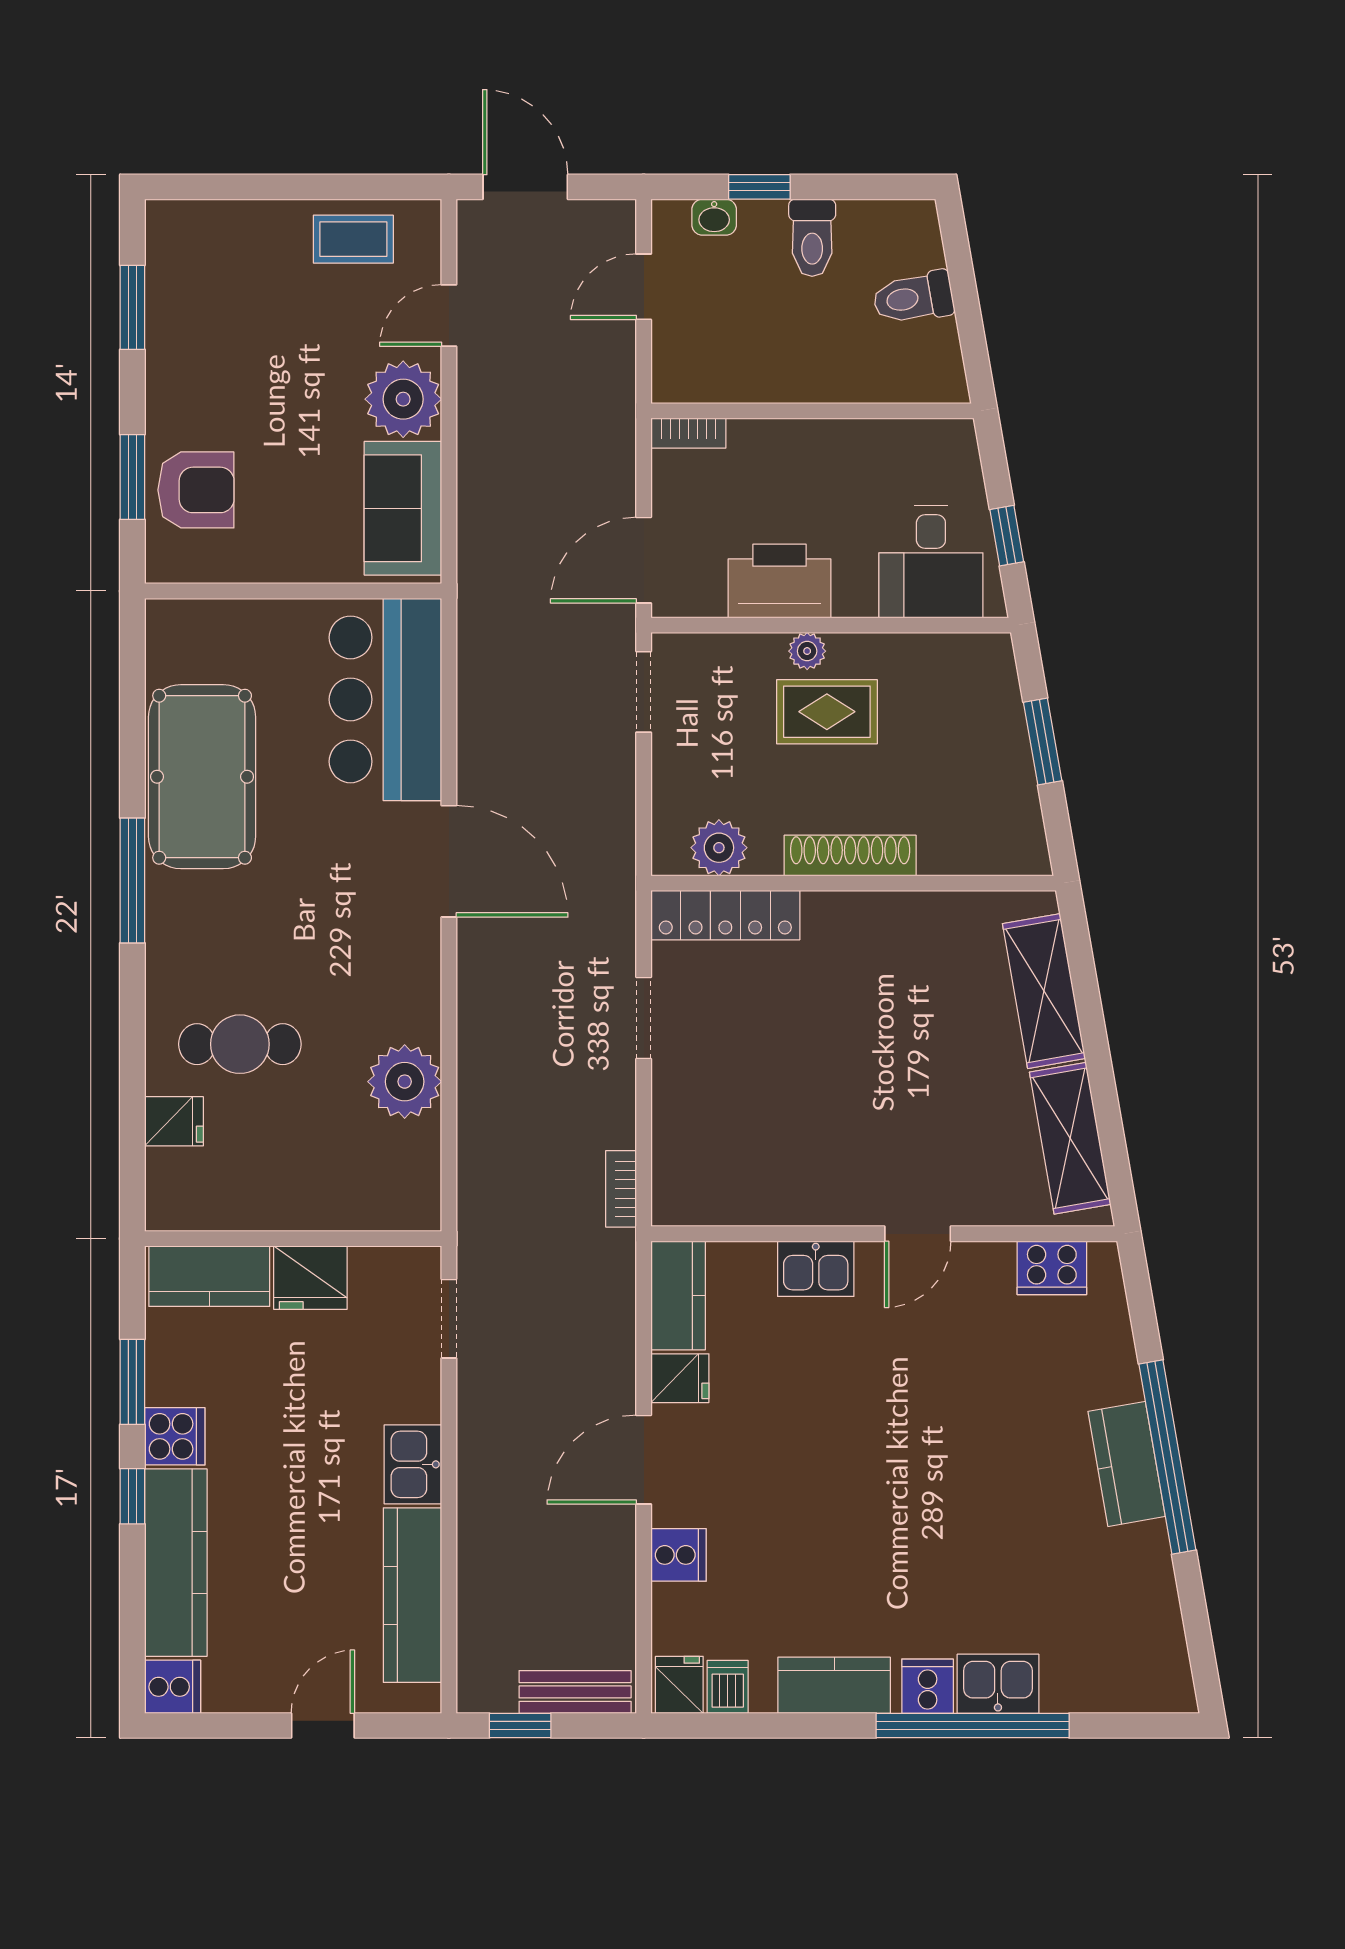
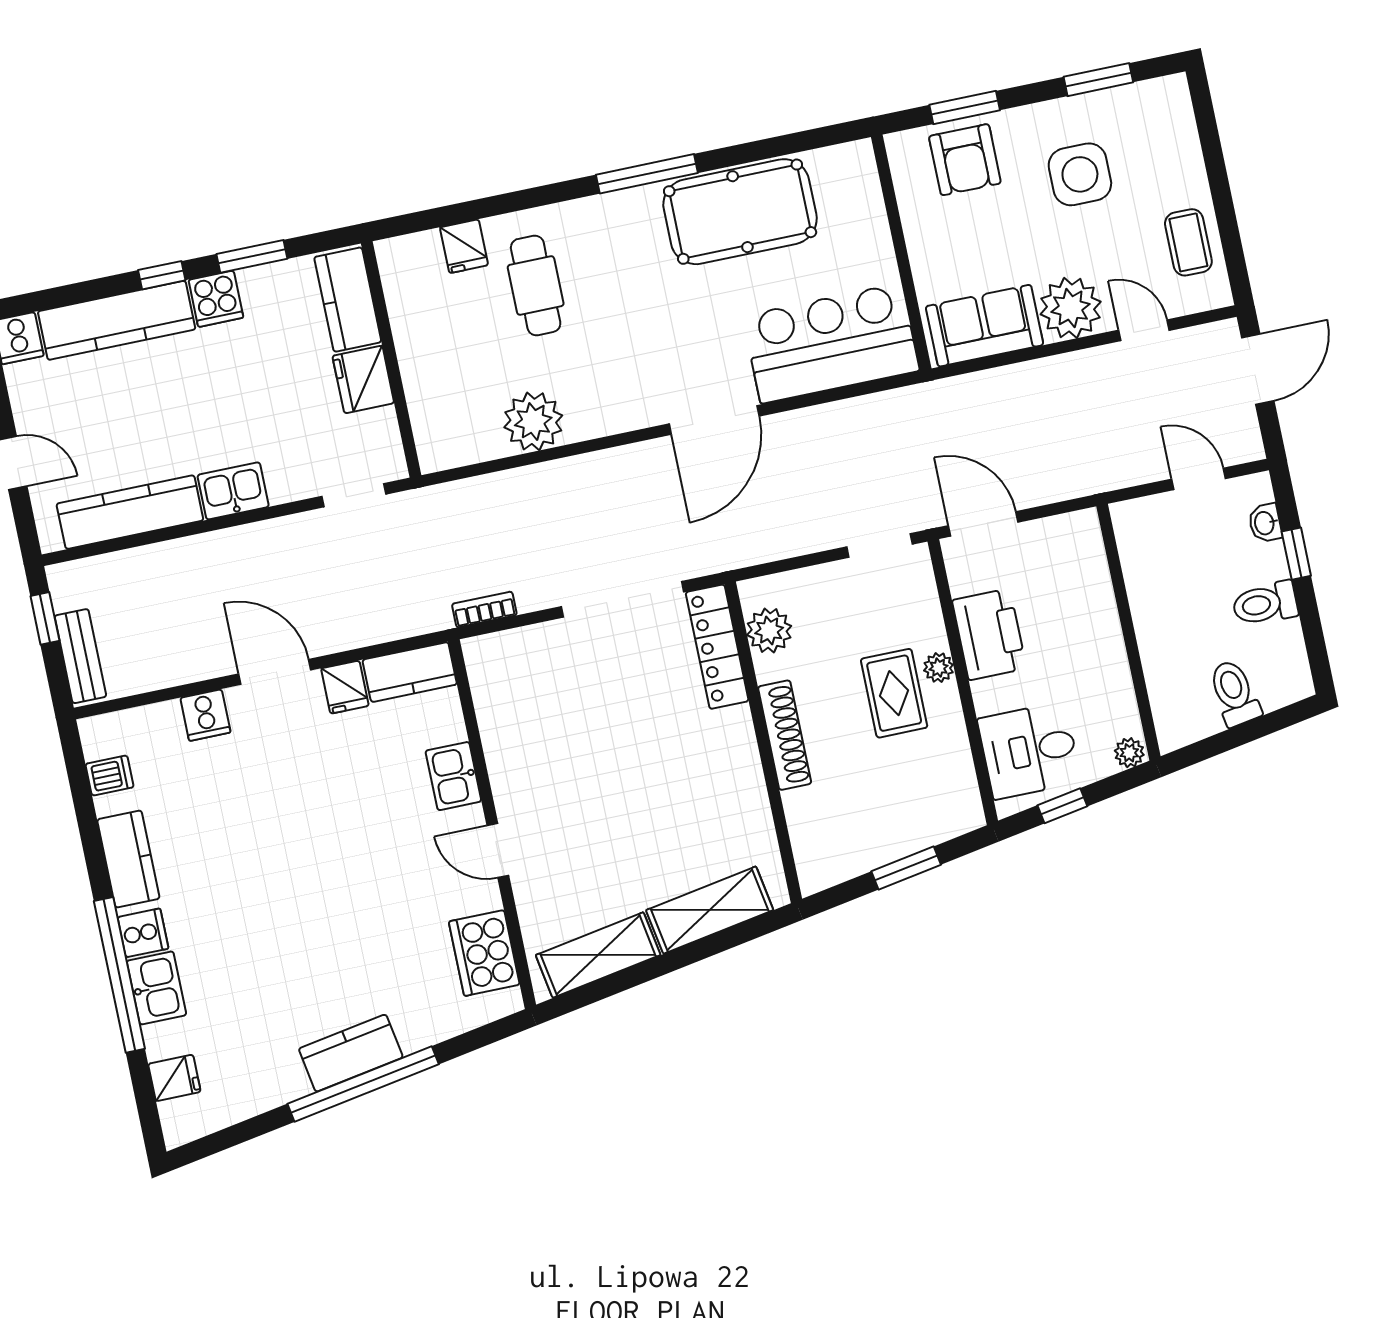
side table: (243, 354) -> (1080, 174), added
bookcase: (688, 433) -> (1091, 538), removed
plant: (959, 441) -> (1129, 753), added
doorway: (644, 1018) -> (623, 599), width x1.88
cooker: (1052, 1268) -> (484, 953), width x1.37, depth x1.31
fridge: (679, 1685) -> (174, 1078), moved

